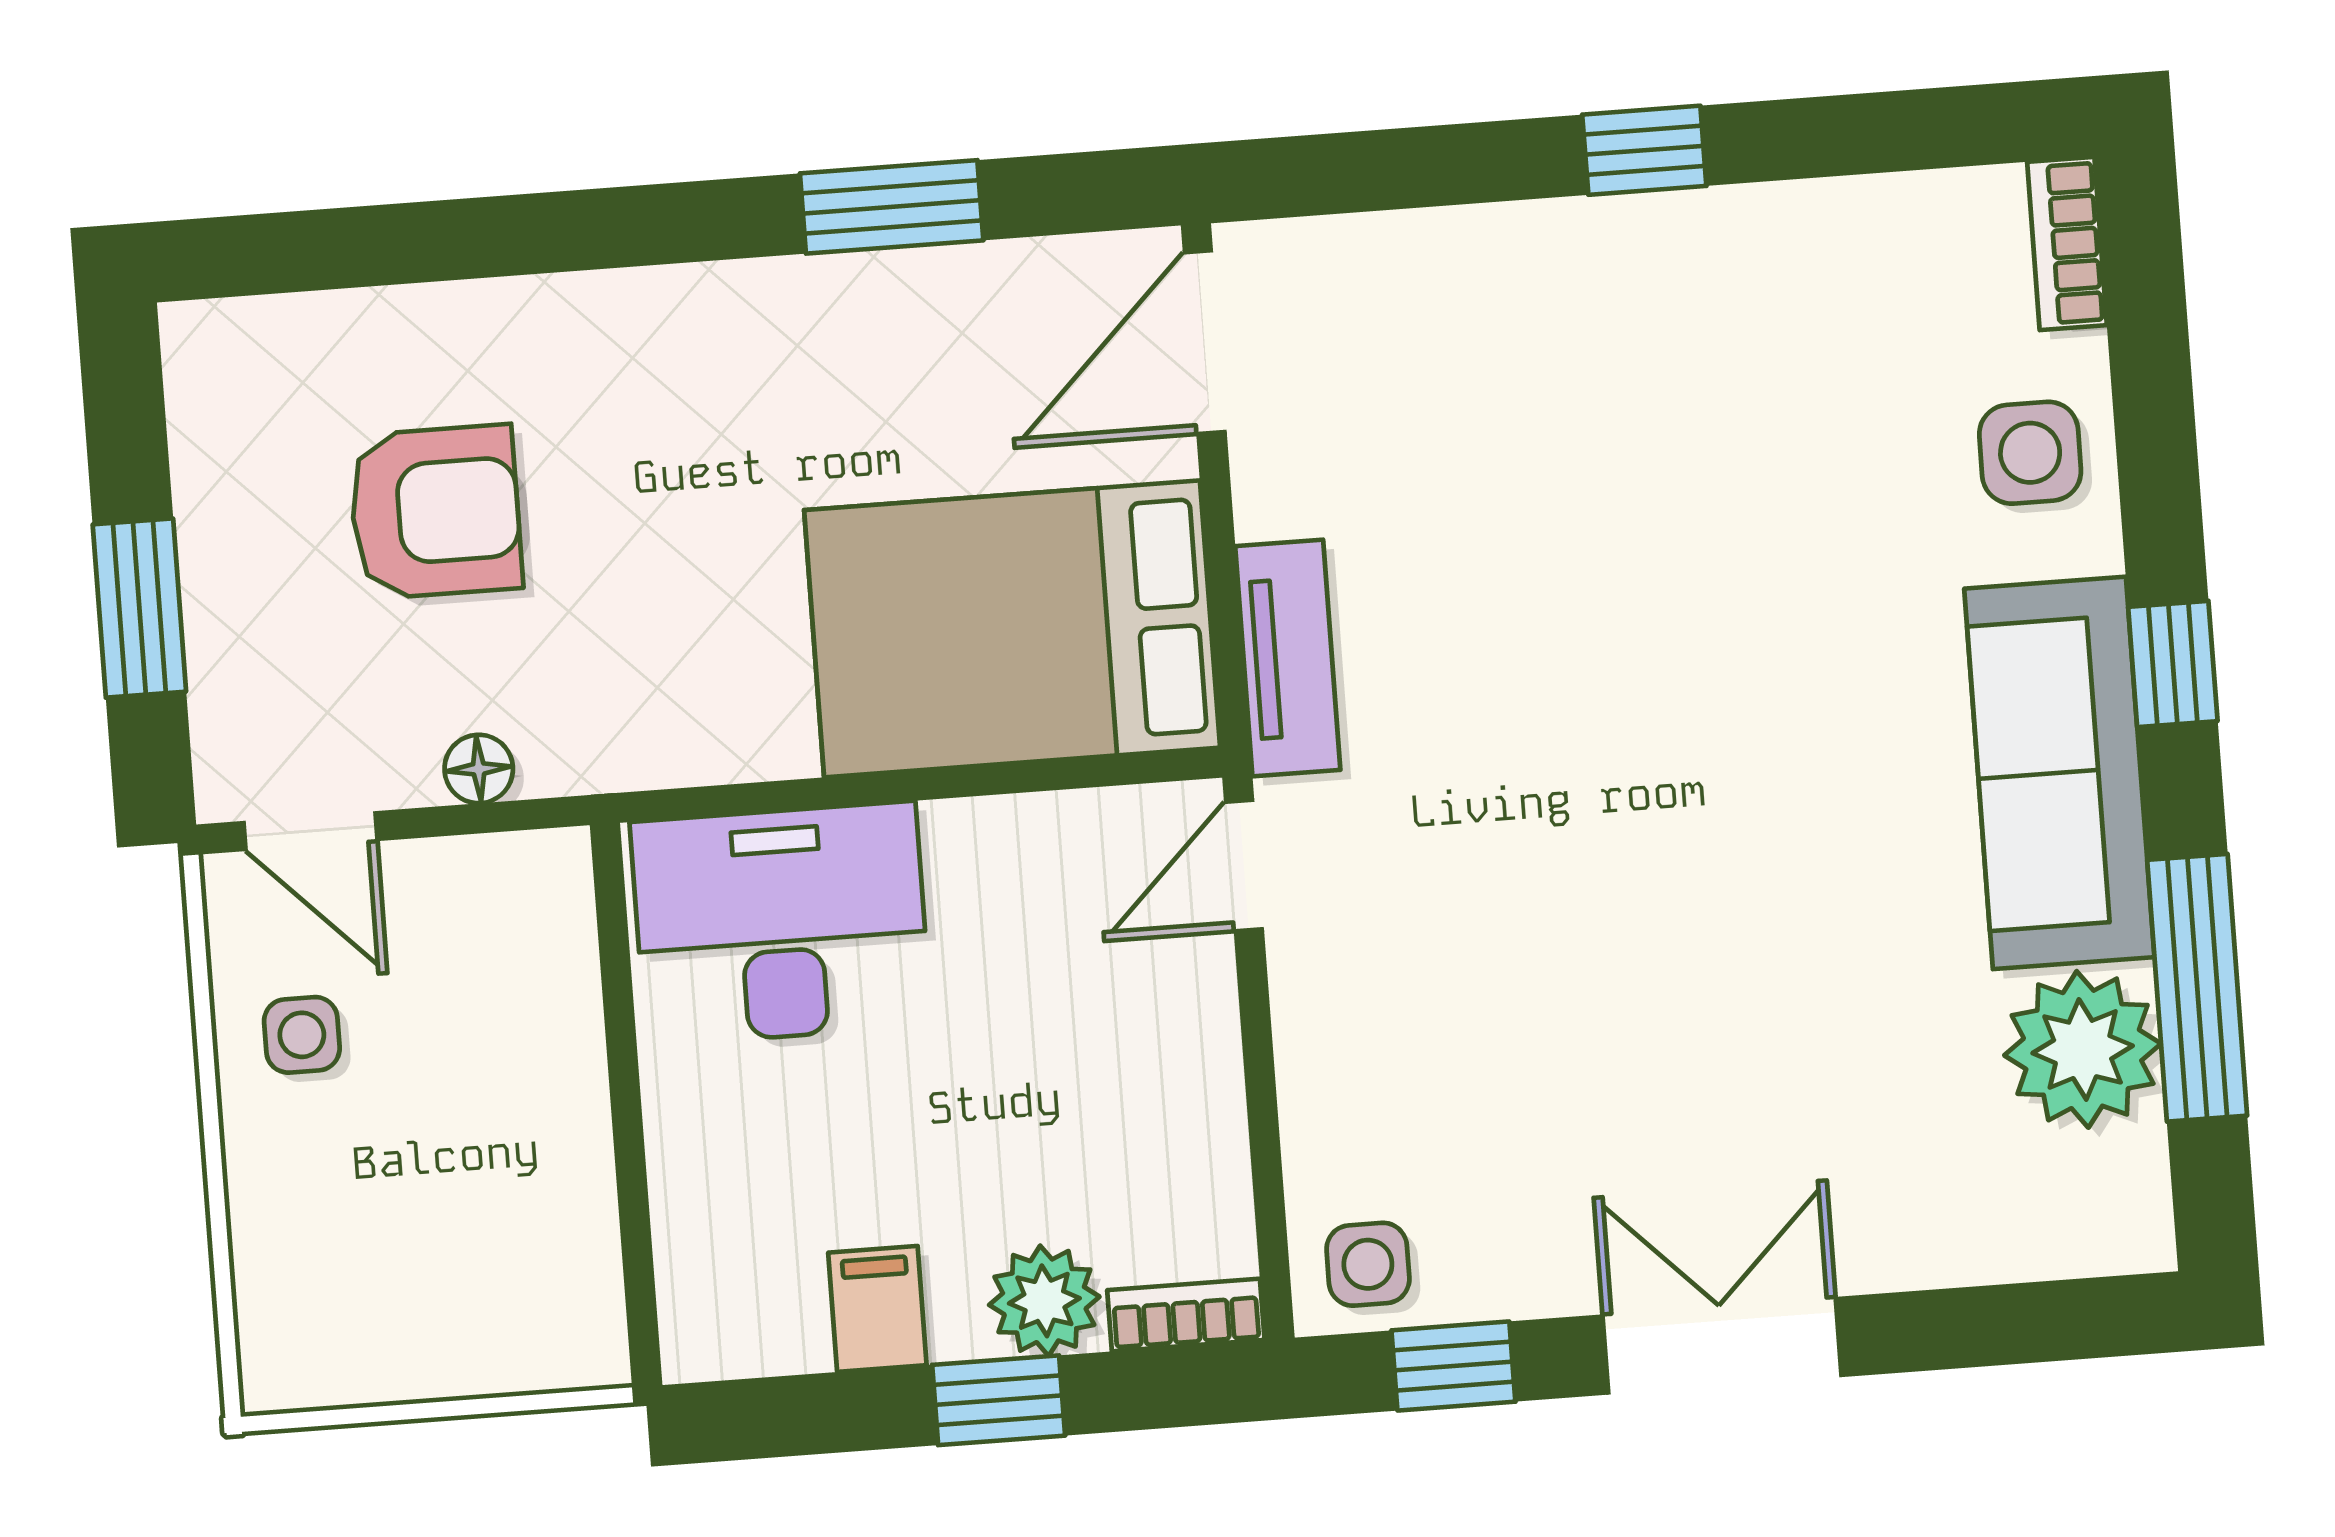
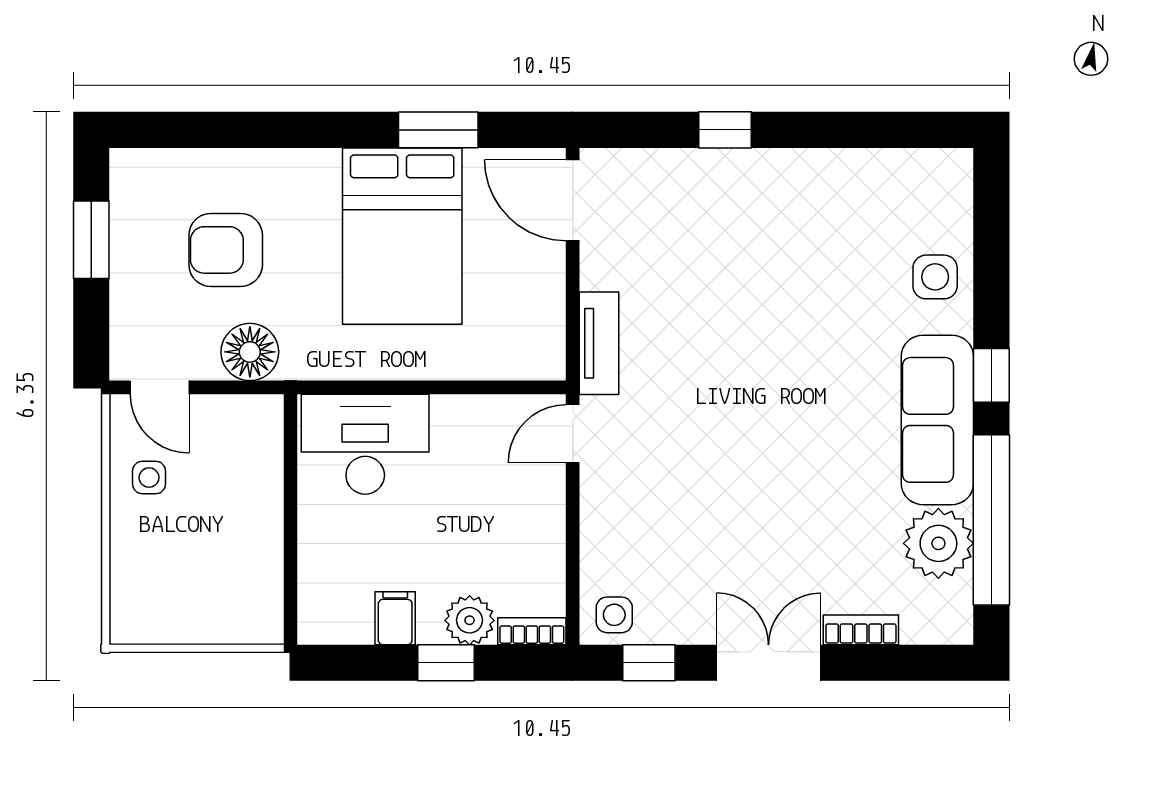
window: (1644, 150) -> (725, 130), moved
bookcase: (2067, 243) -> (861, 630), moved, turned 90
door: (1205, 342) -> (573, 200), hinge flipped
armchair: (435, 512) -> (226, 250), turned 180
window: (139, 608) -> (91, 240), moved
bed: (1012, 629) -> (402, 236), moved, turned -90
floor lamp: (479, 769) -> (250, 352), width x1.89, depth x1.89
window: (2197, 988) -> (991, 520), width x1.46

